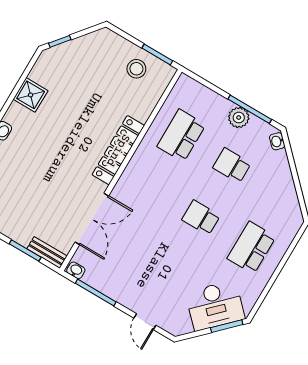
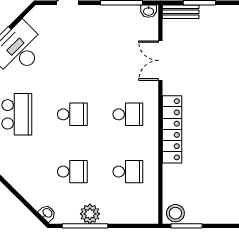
stool: (136, 69) -> (175, 213), moved
school desk: (181, 136) -> (128, 172), width x0.54
school desk: (150, 188) -> (128, 114), added
double door: (92, 219) -> (160, 61), width x0.73

